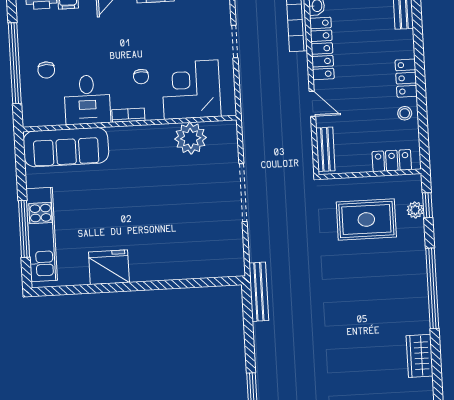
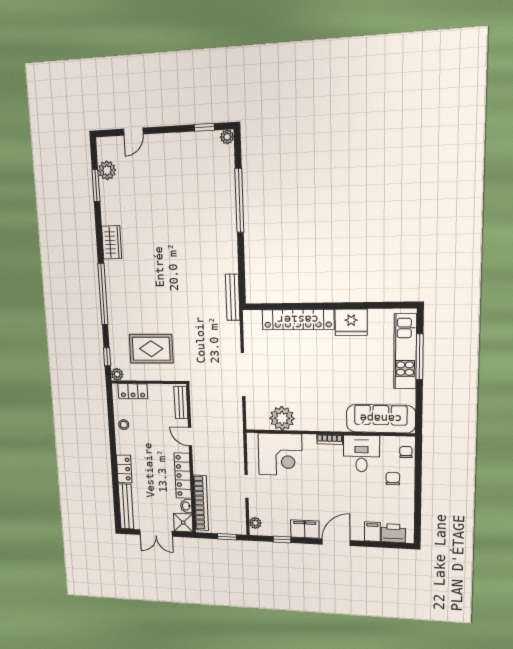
window: (15, 63) -> (418, 486), removed
chair: (141, 77) -> (406, 452), moved
locker: (406, 78) -> (124, 469), moved
plant: (415, 210) -> (117, 374), moved
locker: (175, 267) -> (298, 320), added

